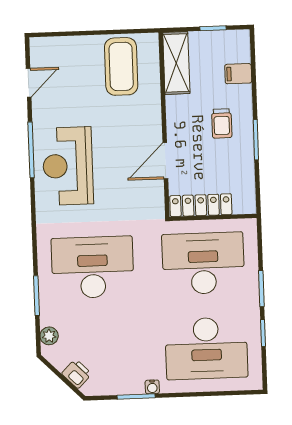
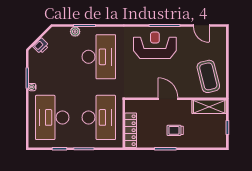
coffee table: (121, 66) -> (208, 76), turned 76
filing cabinet: (238, 74) -> (202, 140), removed
door: (165, 161) -> (168, 99), moved
locker: (201, 205) -> (131, 130), moved
plant: (49, 336) -> (75, 32), moved

